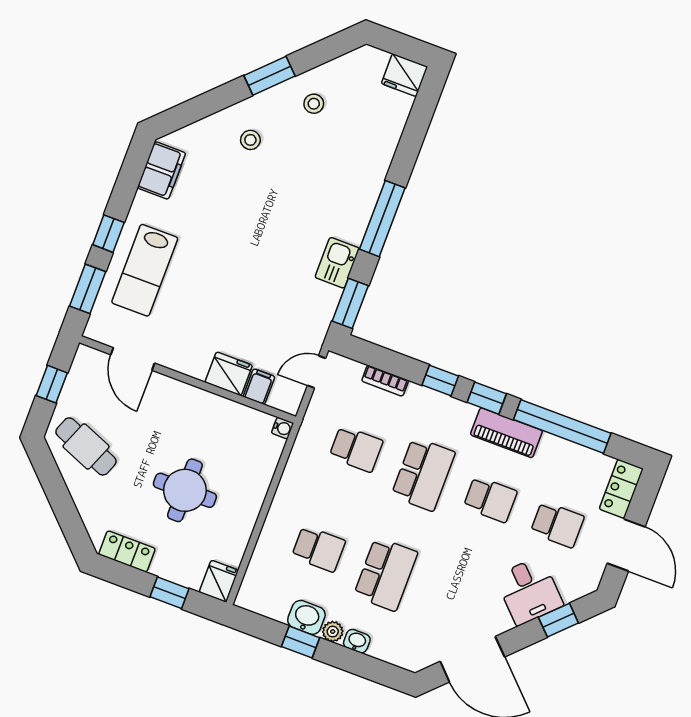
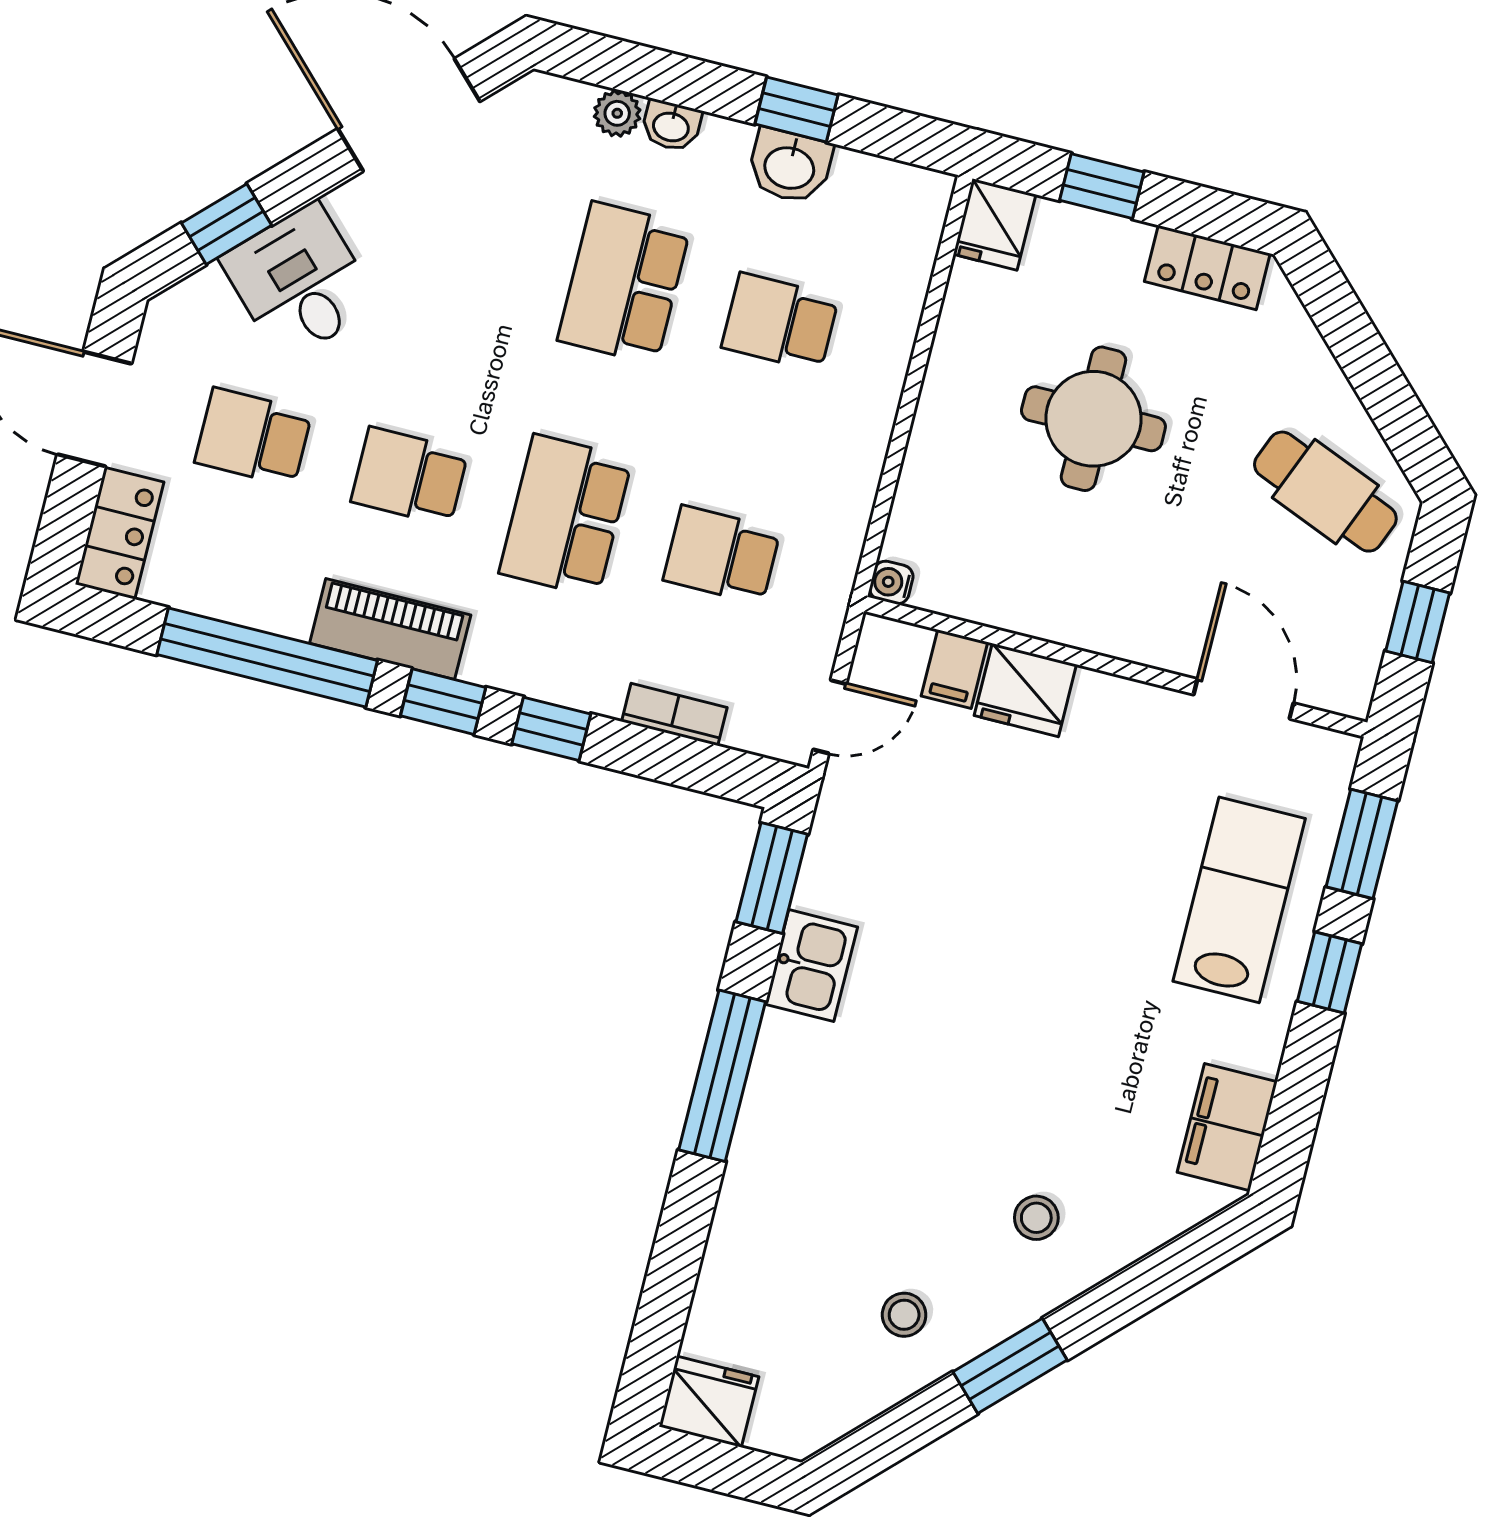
plant: (333, 632) -> (617, 113), moved

